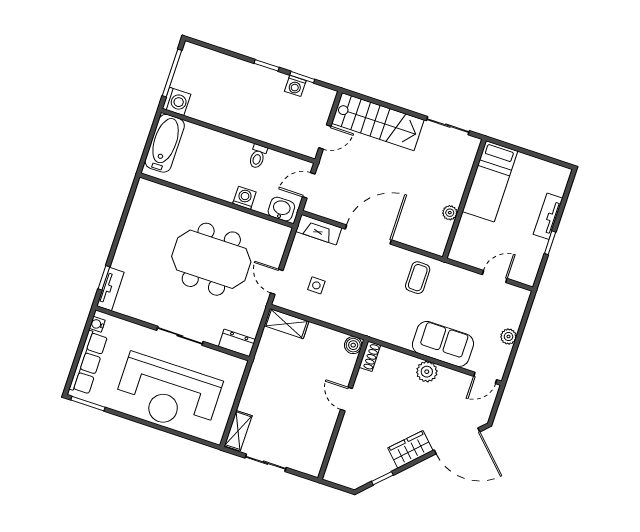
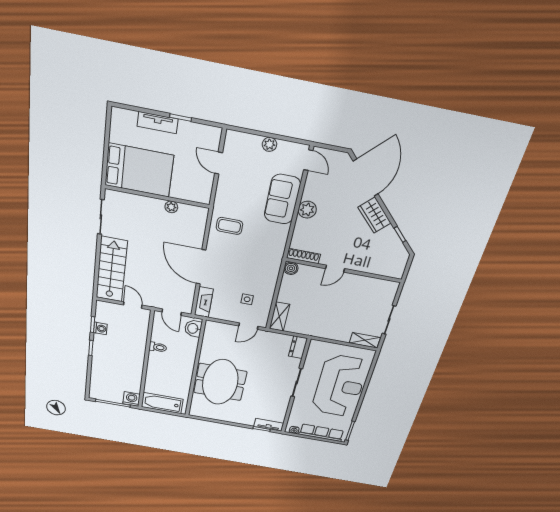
bed: (490, 181) -> (139, 170), width x1.50
washing machine: (244, 198) -> (190, 353), removed
meeting table: (211, 259) -> (220, 382), moved
shoe rack: (370, 356) -> (303, 256), width x1.43

